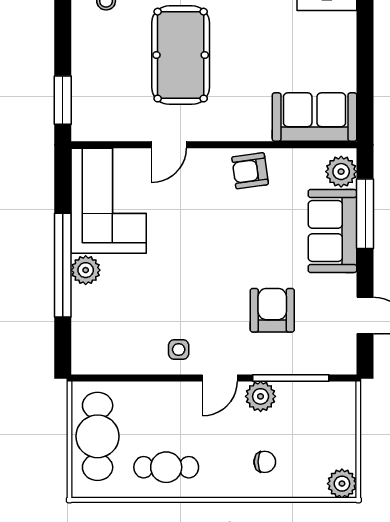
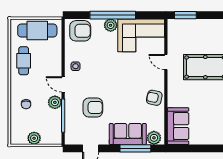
armchair: (250, 171) -> (154, 98), turned -70
armchair: (98, 339) -> (80, 31), added
plant: (342, 484) -> (34, 138), moved

